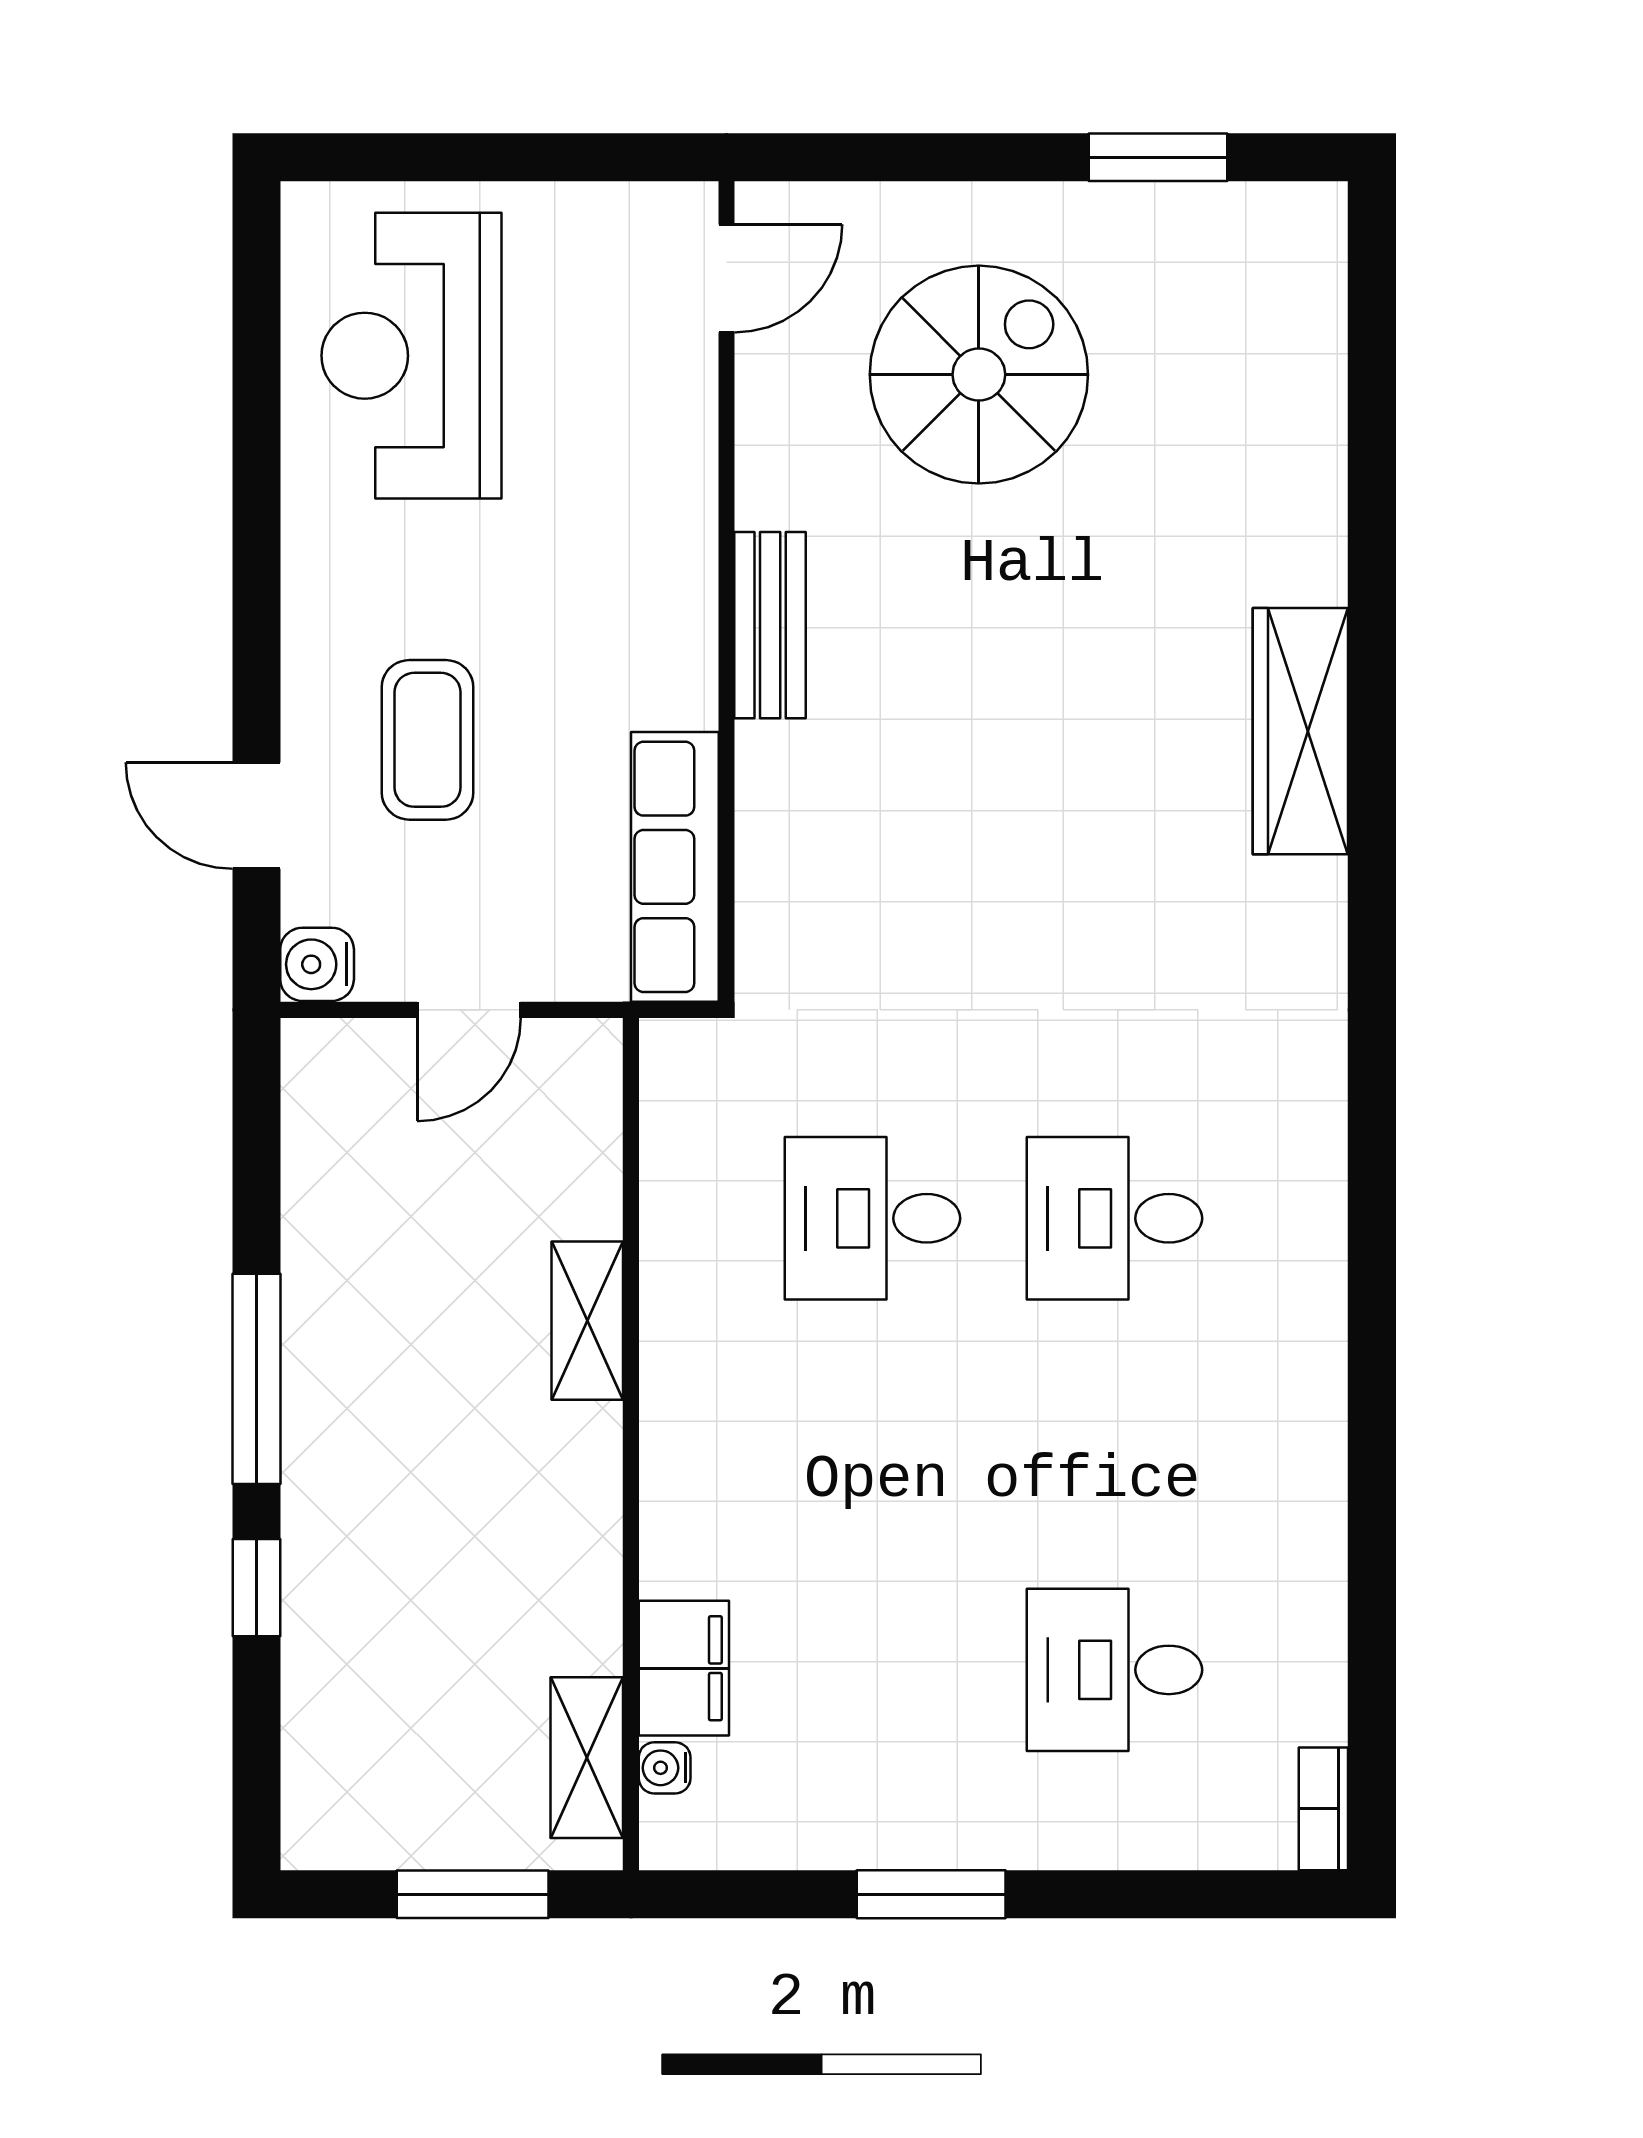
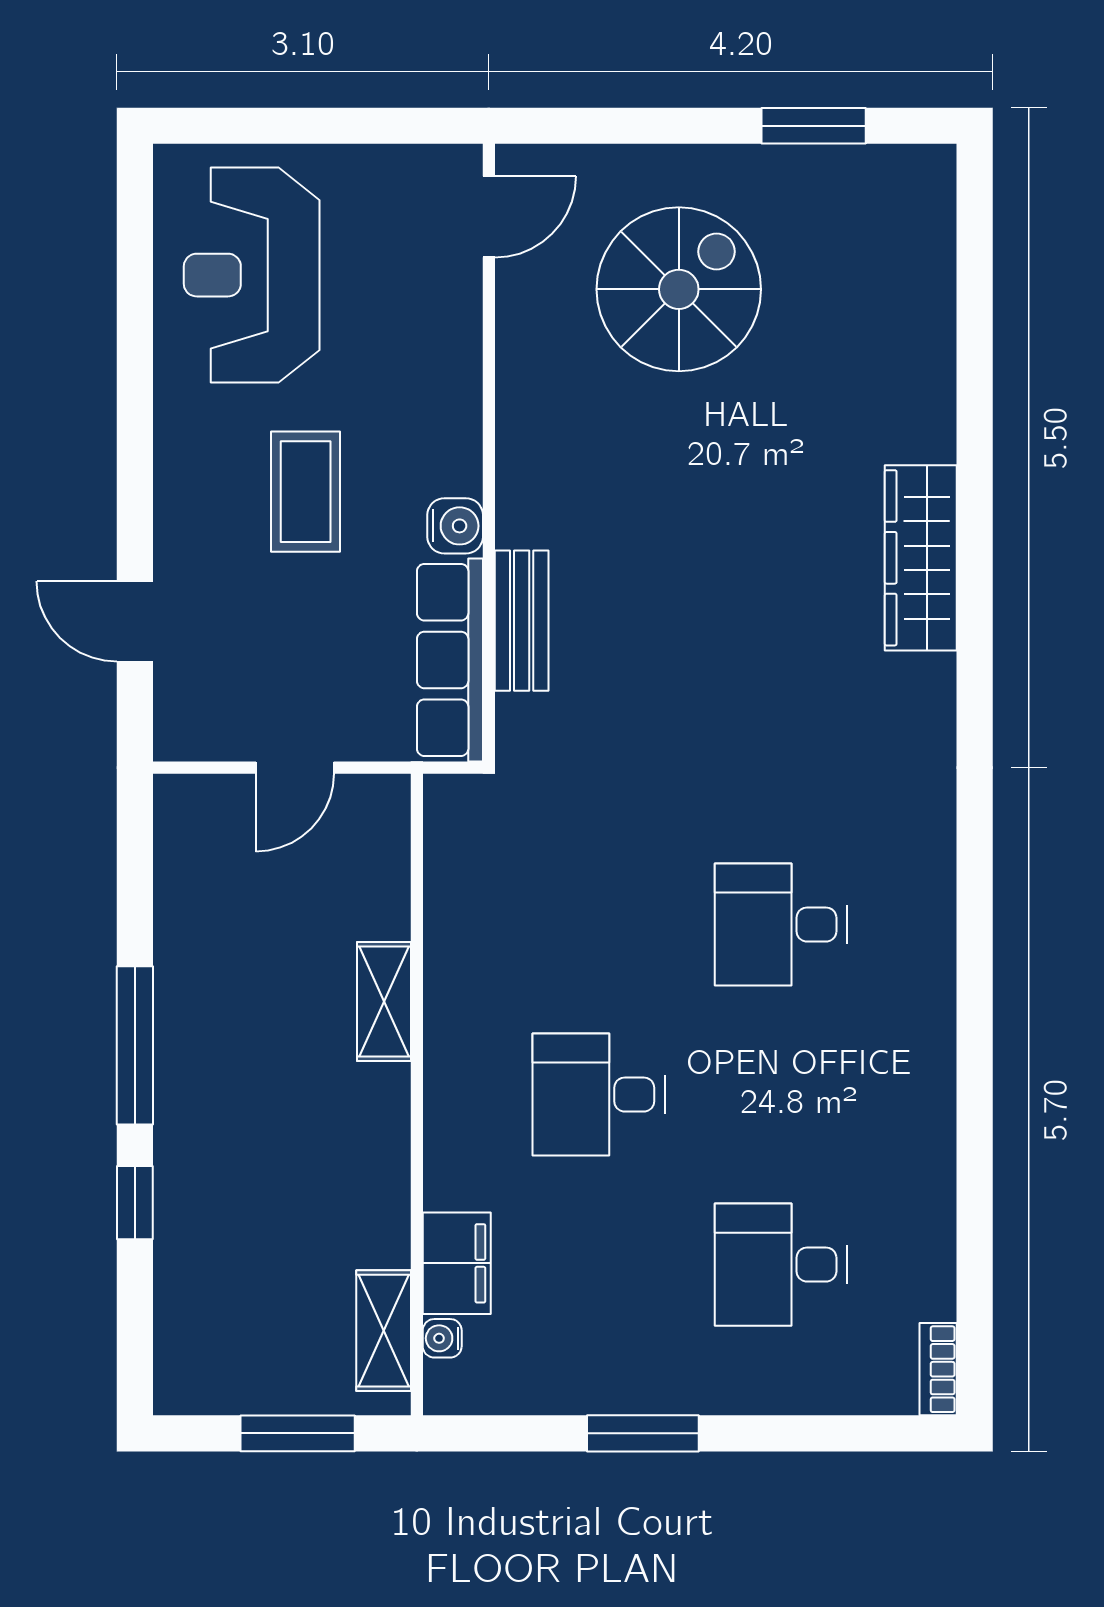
bench: (770, 625) -> (522, 621), moved
coffee table: (428, 740) -> (306, 492), moved
water cooler: (317, 964) -> (455, 526), moved, turned 180
desk: (872, 1218) -> (599, 1095), moved

